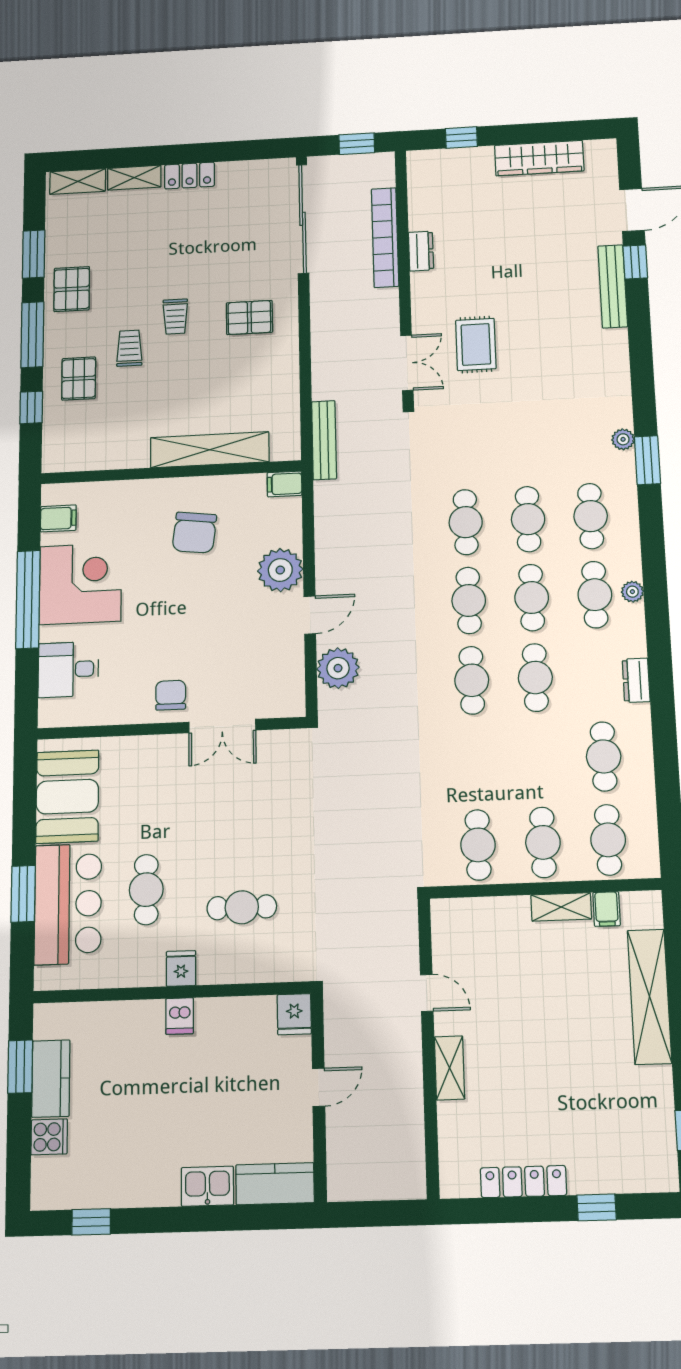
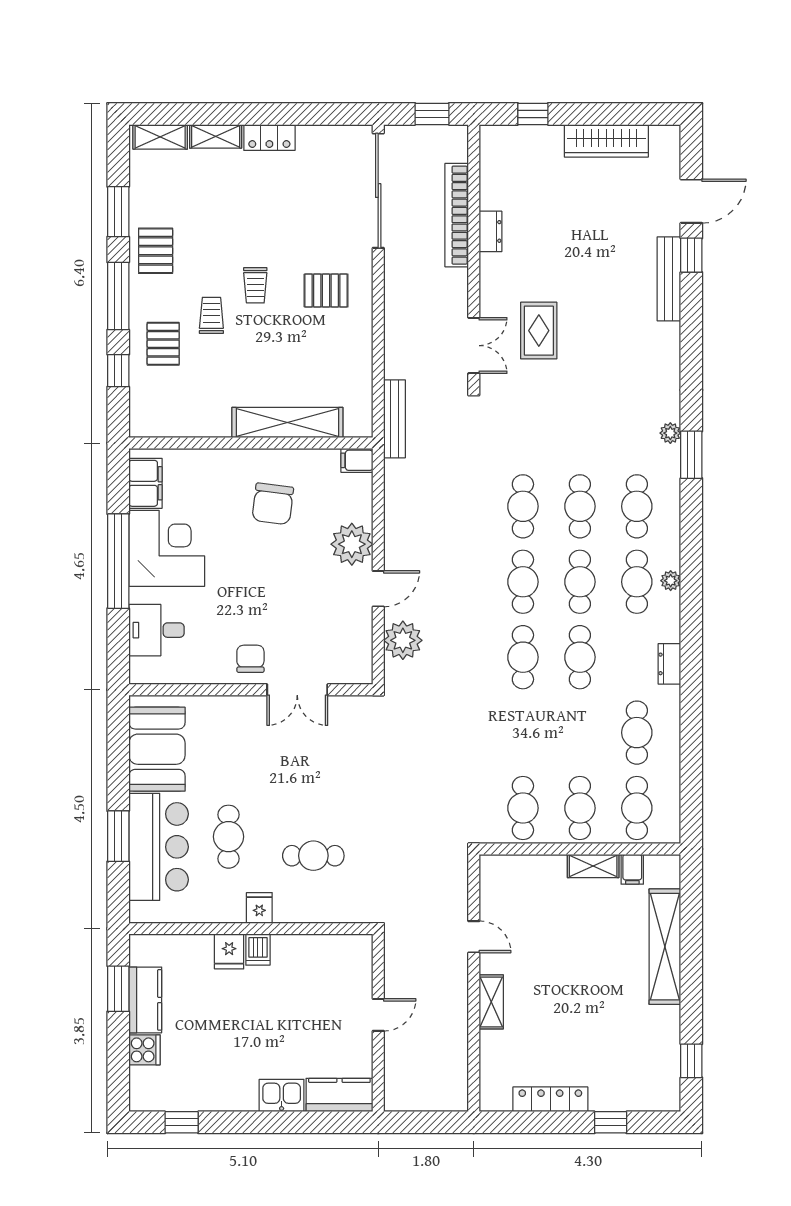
filing cabinet: (58, 518) -> (145, 483), width x2.00
fridge: (294, 1014) -> (229, 951), moved

